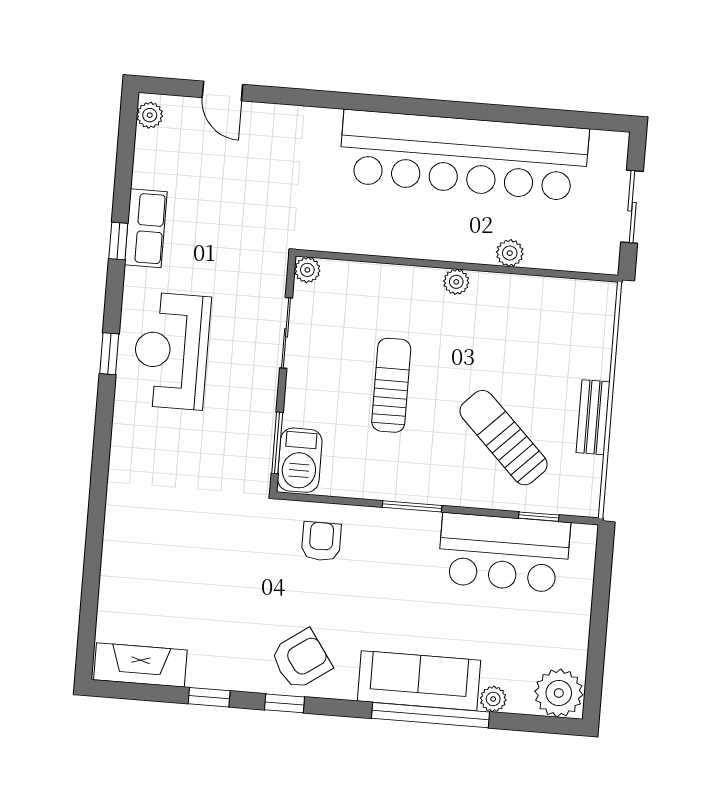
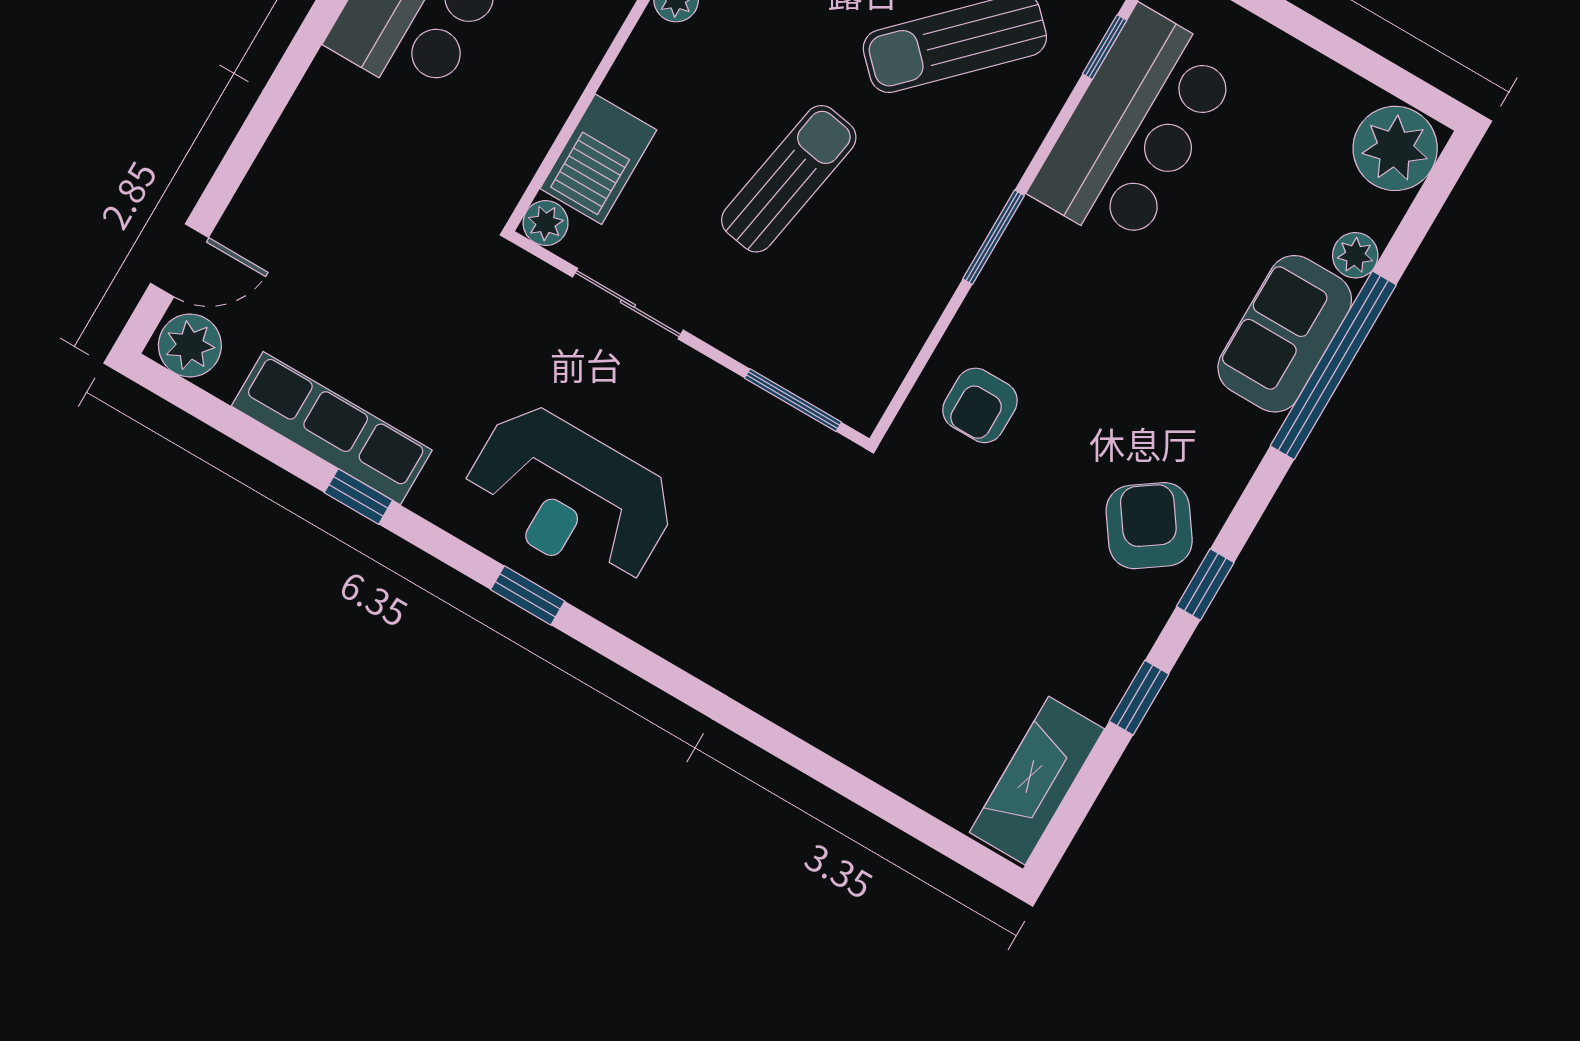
door: (222, 91) -> (180, 260), moved
plant: (150, 115) -> (190, 345), width x1.38, depth x1.38
row of seats: (146, 228) -> (332, 428), width x1.48
sun lounger: (391, 385) -> (789, 179), turned 100
barbecue: (300, 460) -> (598, 159), moved, turned 90
armchair: (321, 541) -> (980, 405), turned -90
sofa: (419, 681) -> (1285, 334), width x0.73

